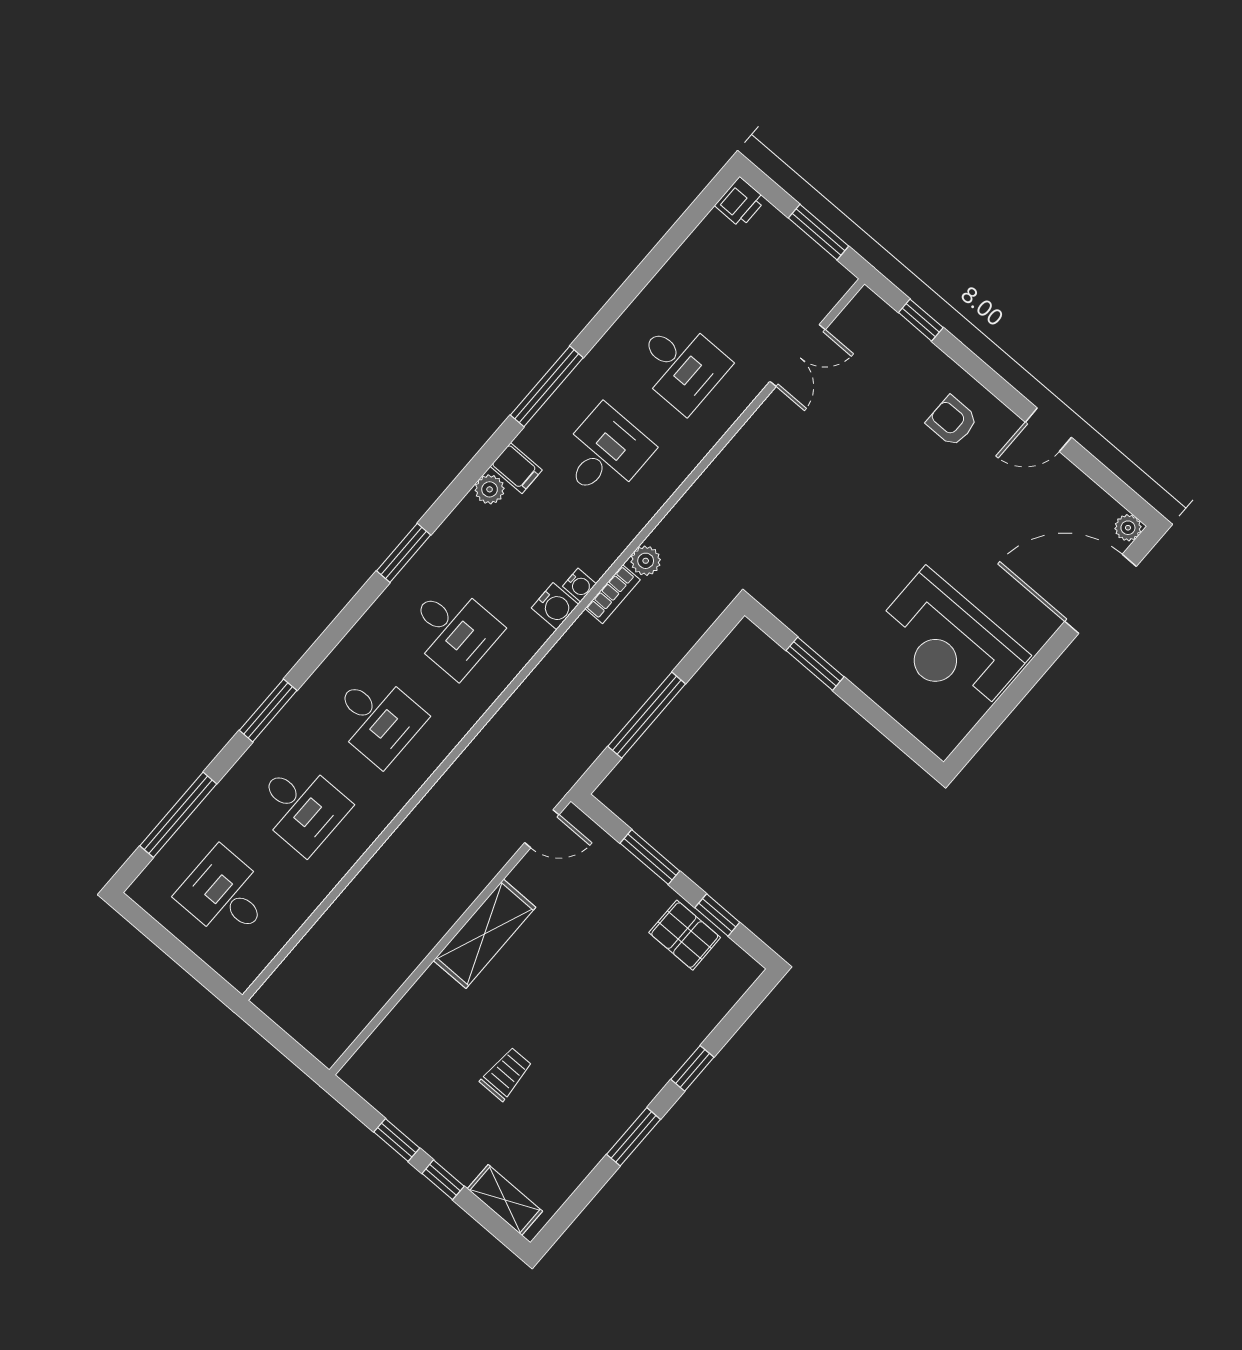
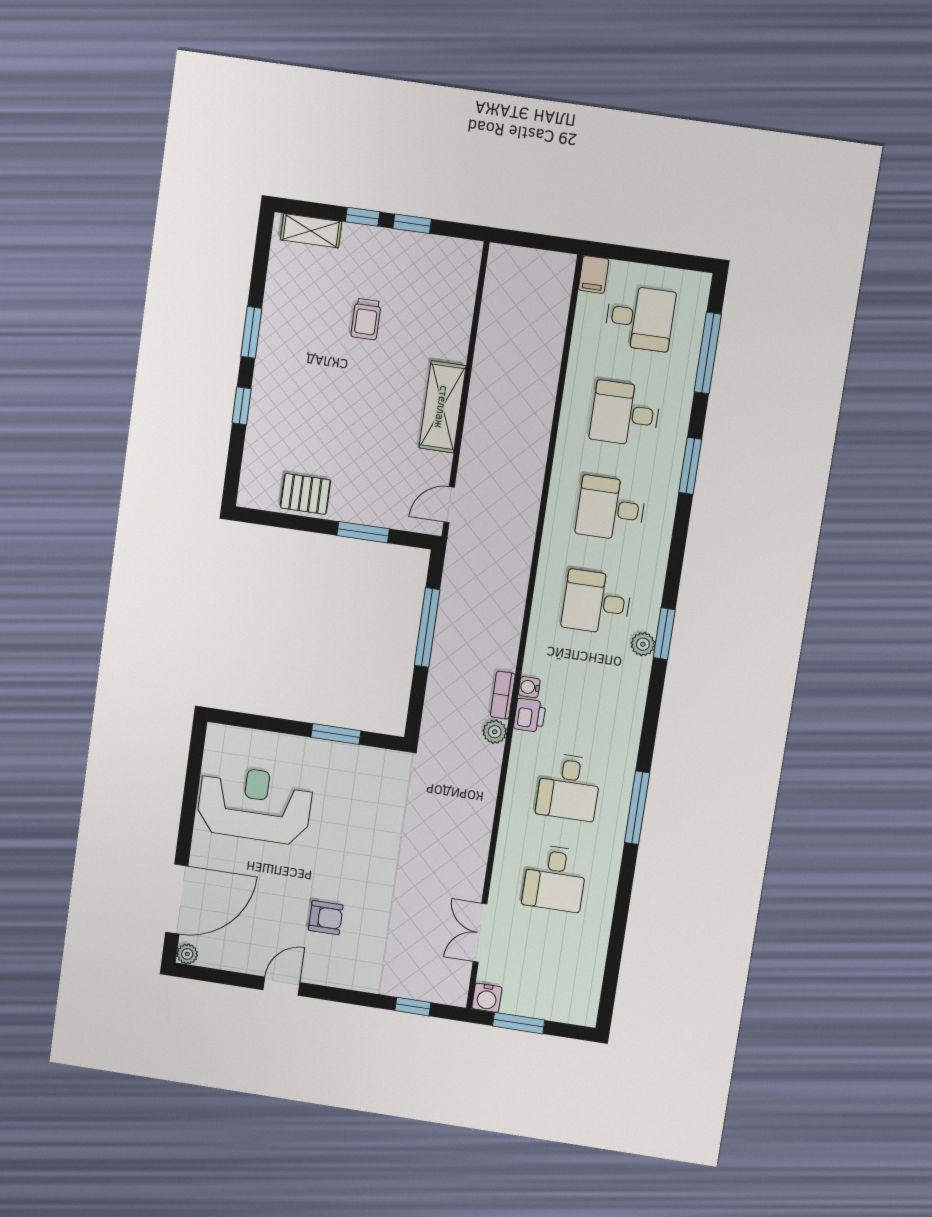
printer: (740, 202) -> (530, 715), moved, turned 180
desk: (681, 365) -> (555, 878), turned -90
armchair: (952, 421) -> (326, 918), moved
filing cabinet: (516, 468) -> (594, 274), moved, turned -90
plant: (490, 489) -> (643, 644), moved
water cooler: (555, 606) -> (487, 998), moved, turned -90
window: (717, 915) -> (292, 522), removed

